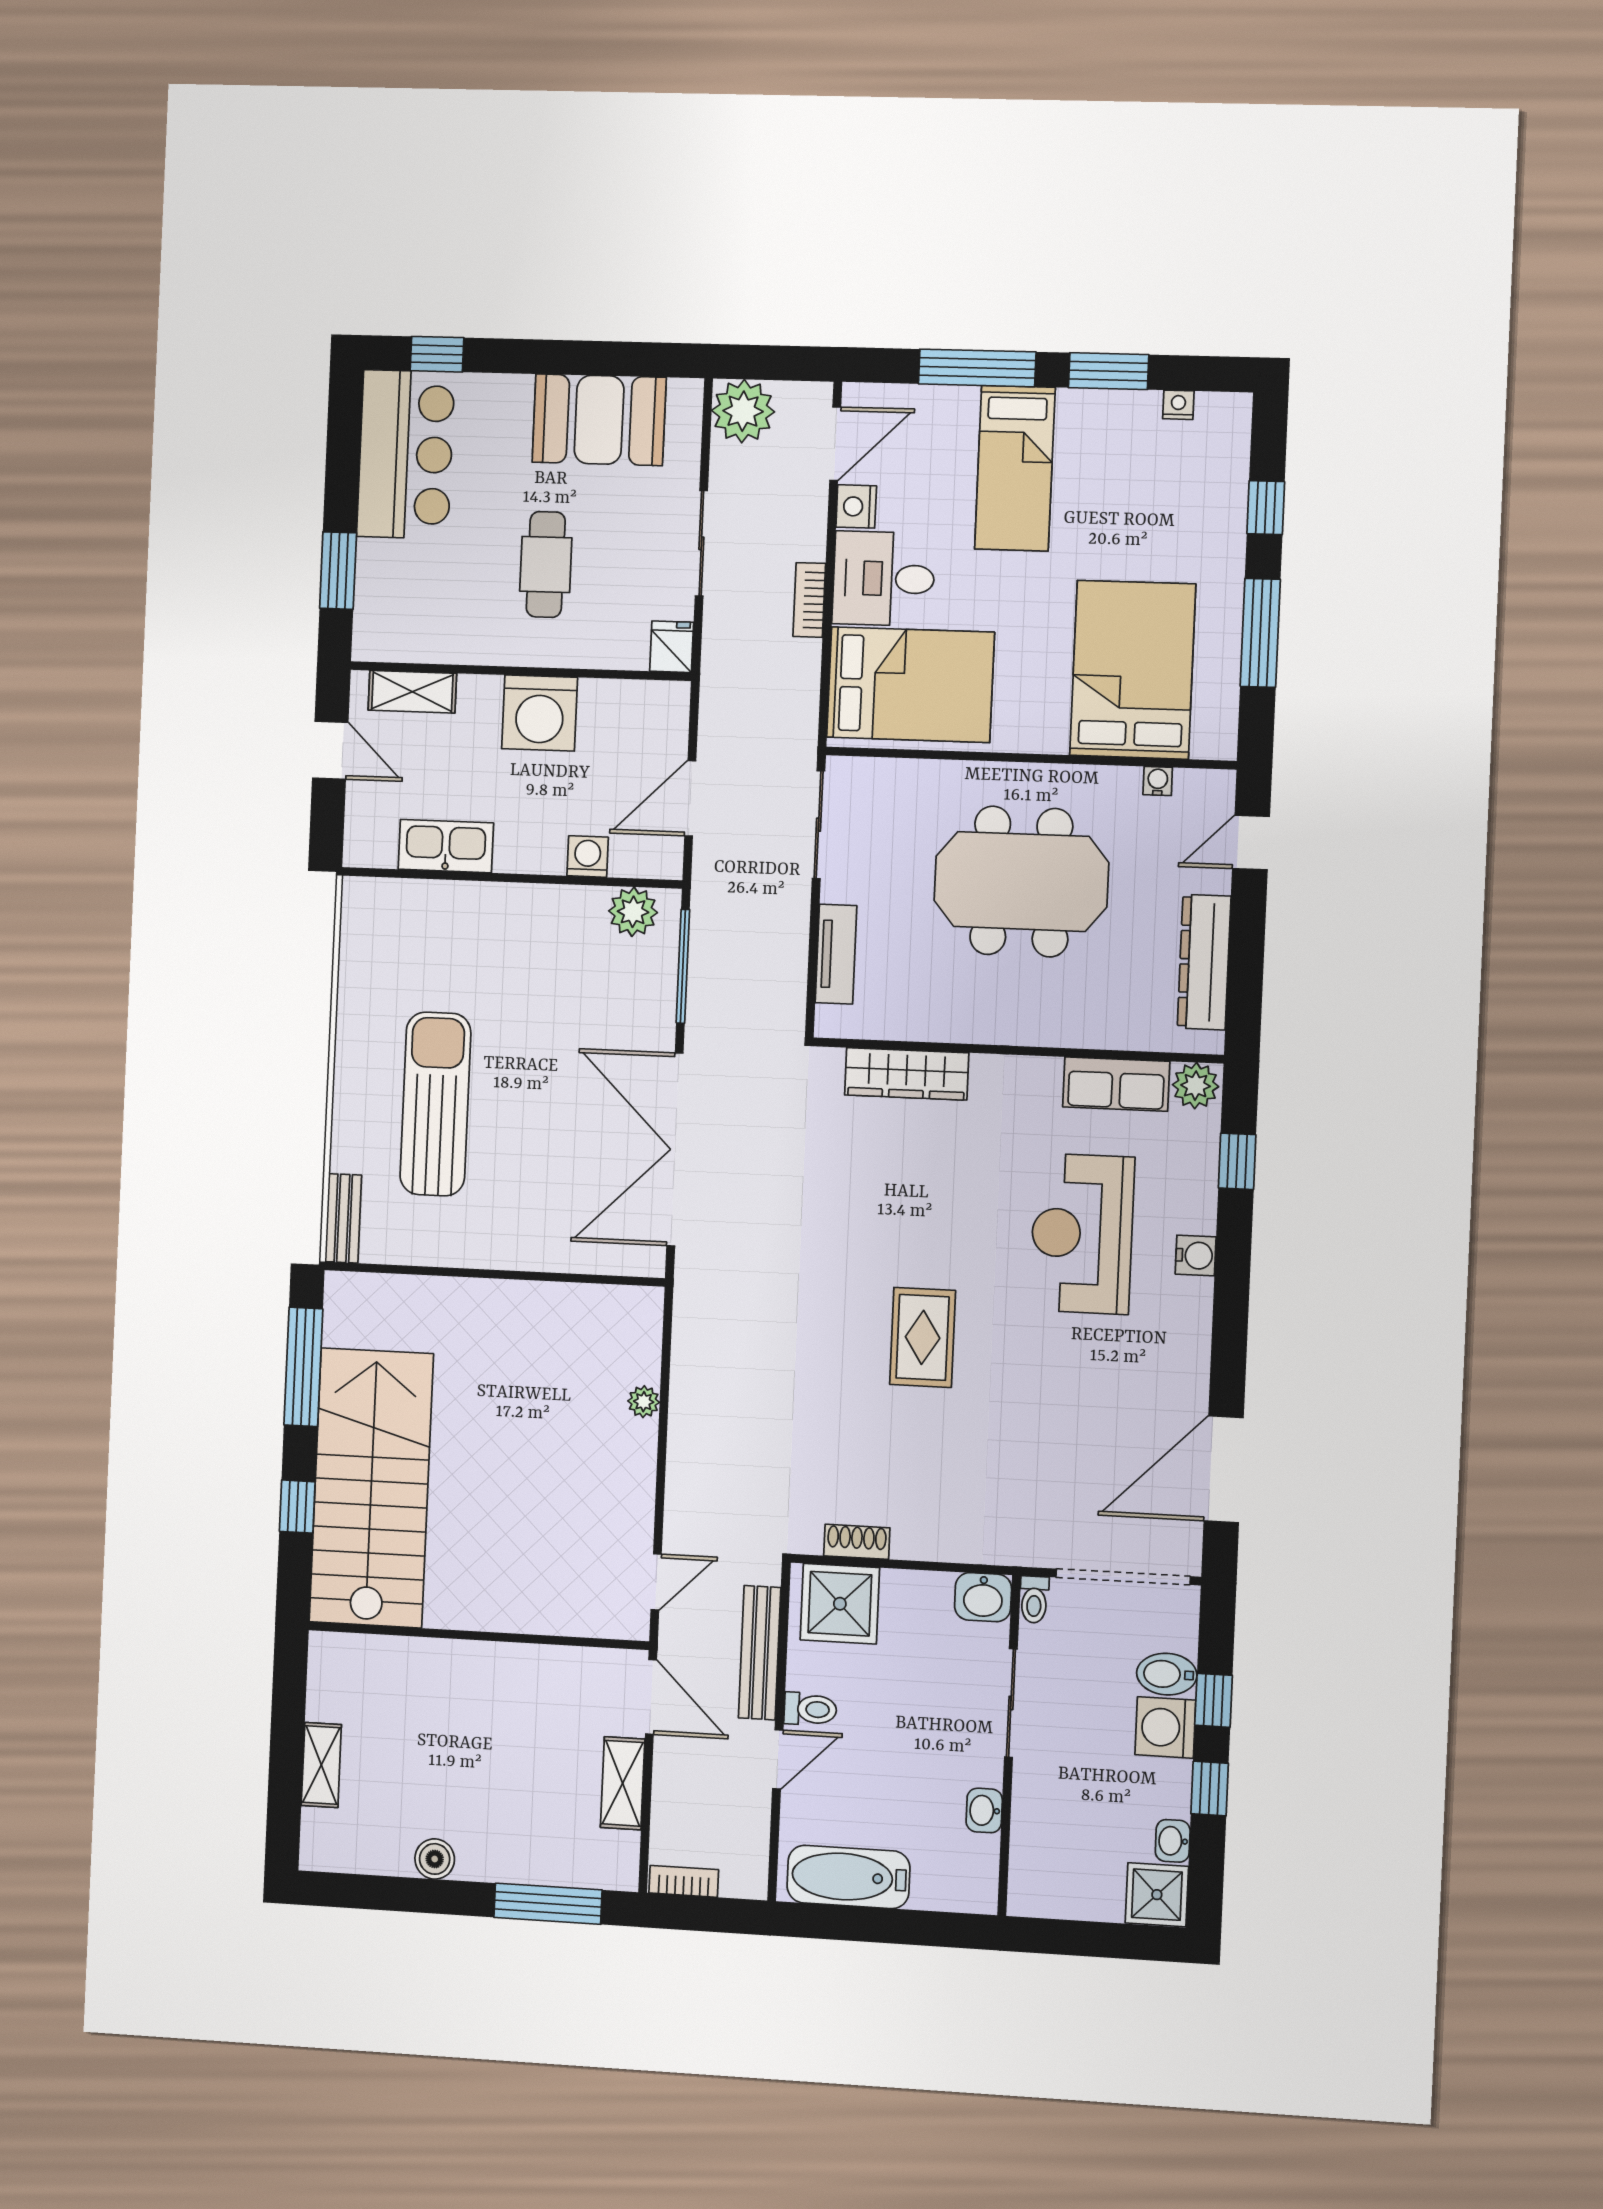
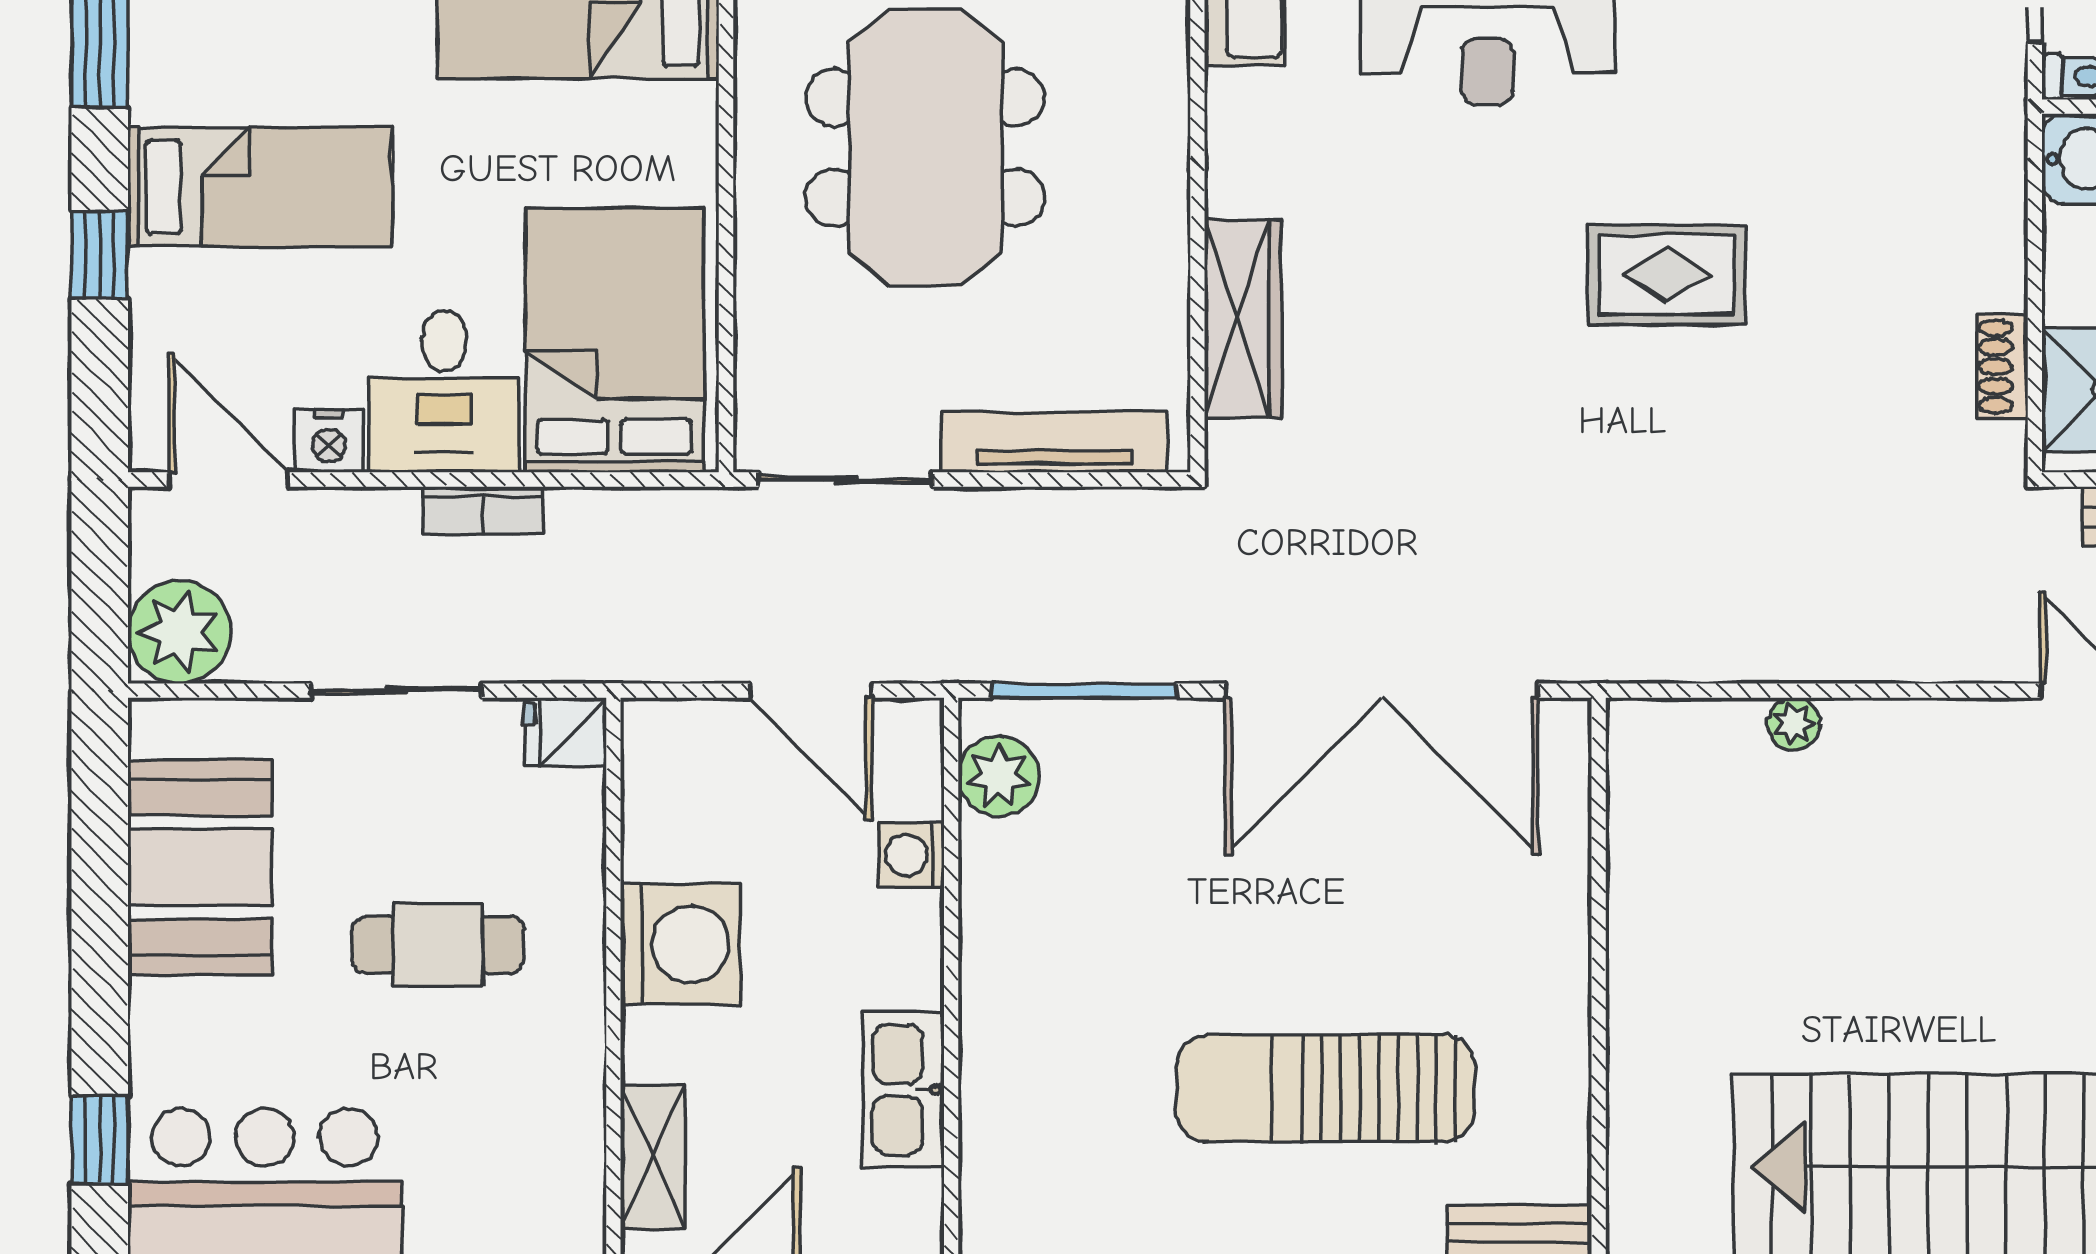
window: (977, 368) -> (100, 255), width x0.46
tv unit: (836, 954) -> (1054, 442), width x1.41

